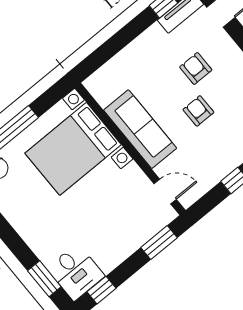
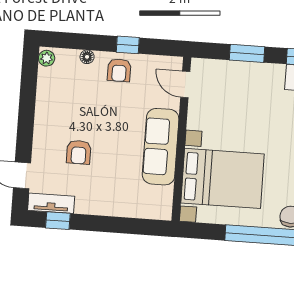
armchair: (198, 111) -> (119, 70), moved
window: (159, 243) -> (247, 53), moved

